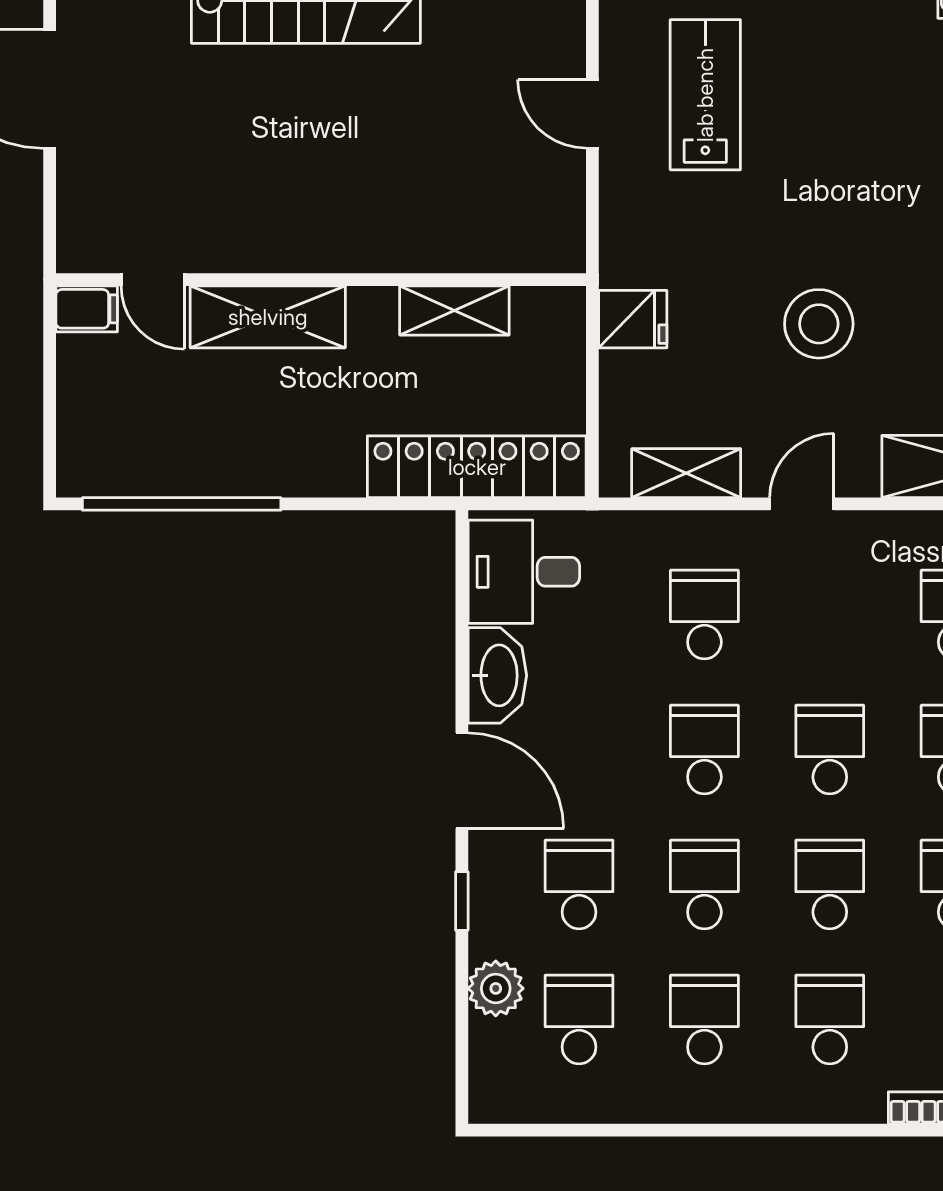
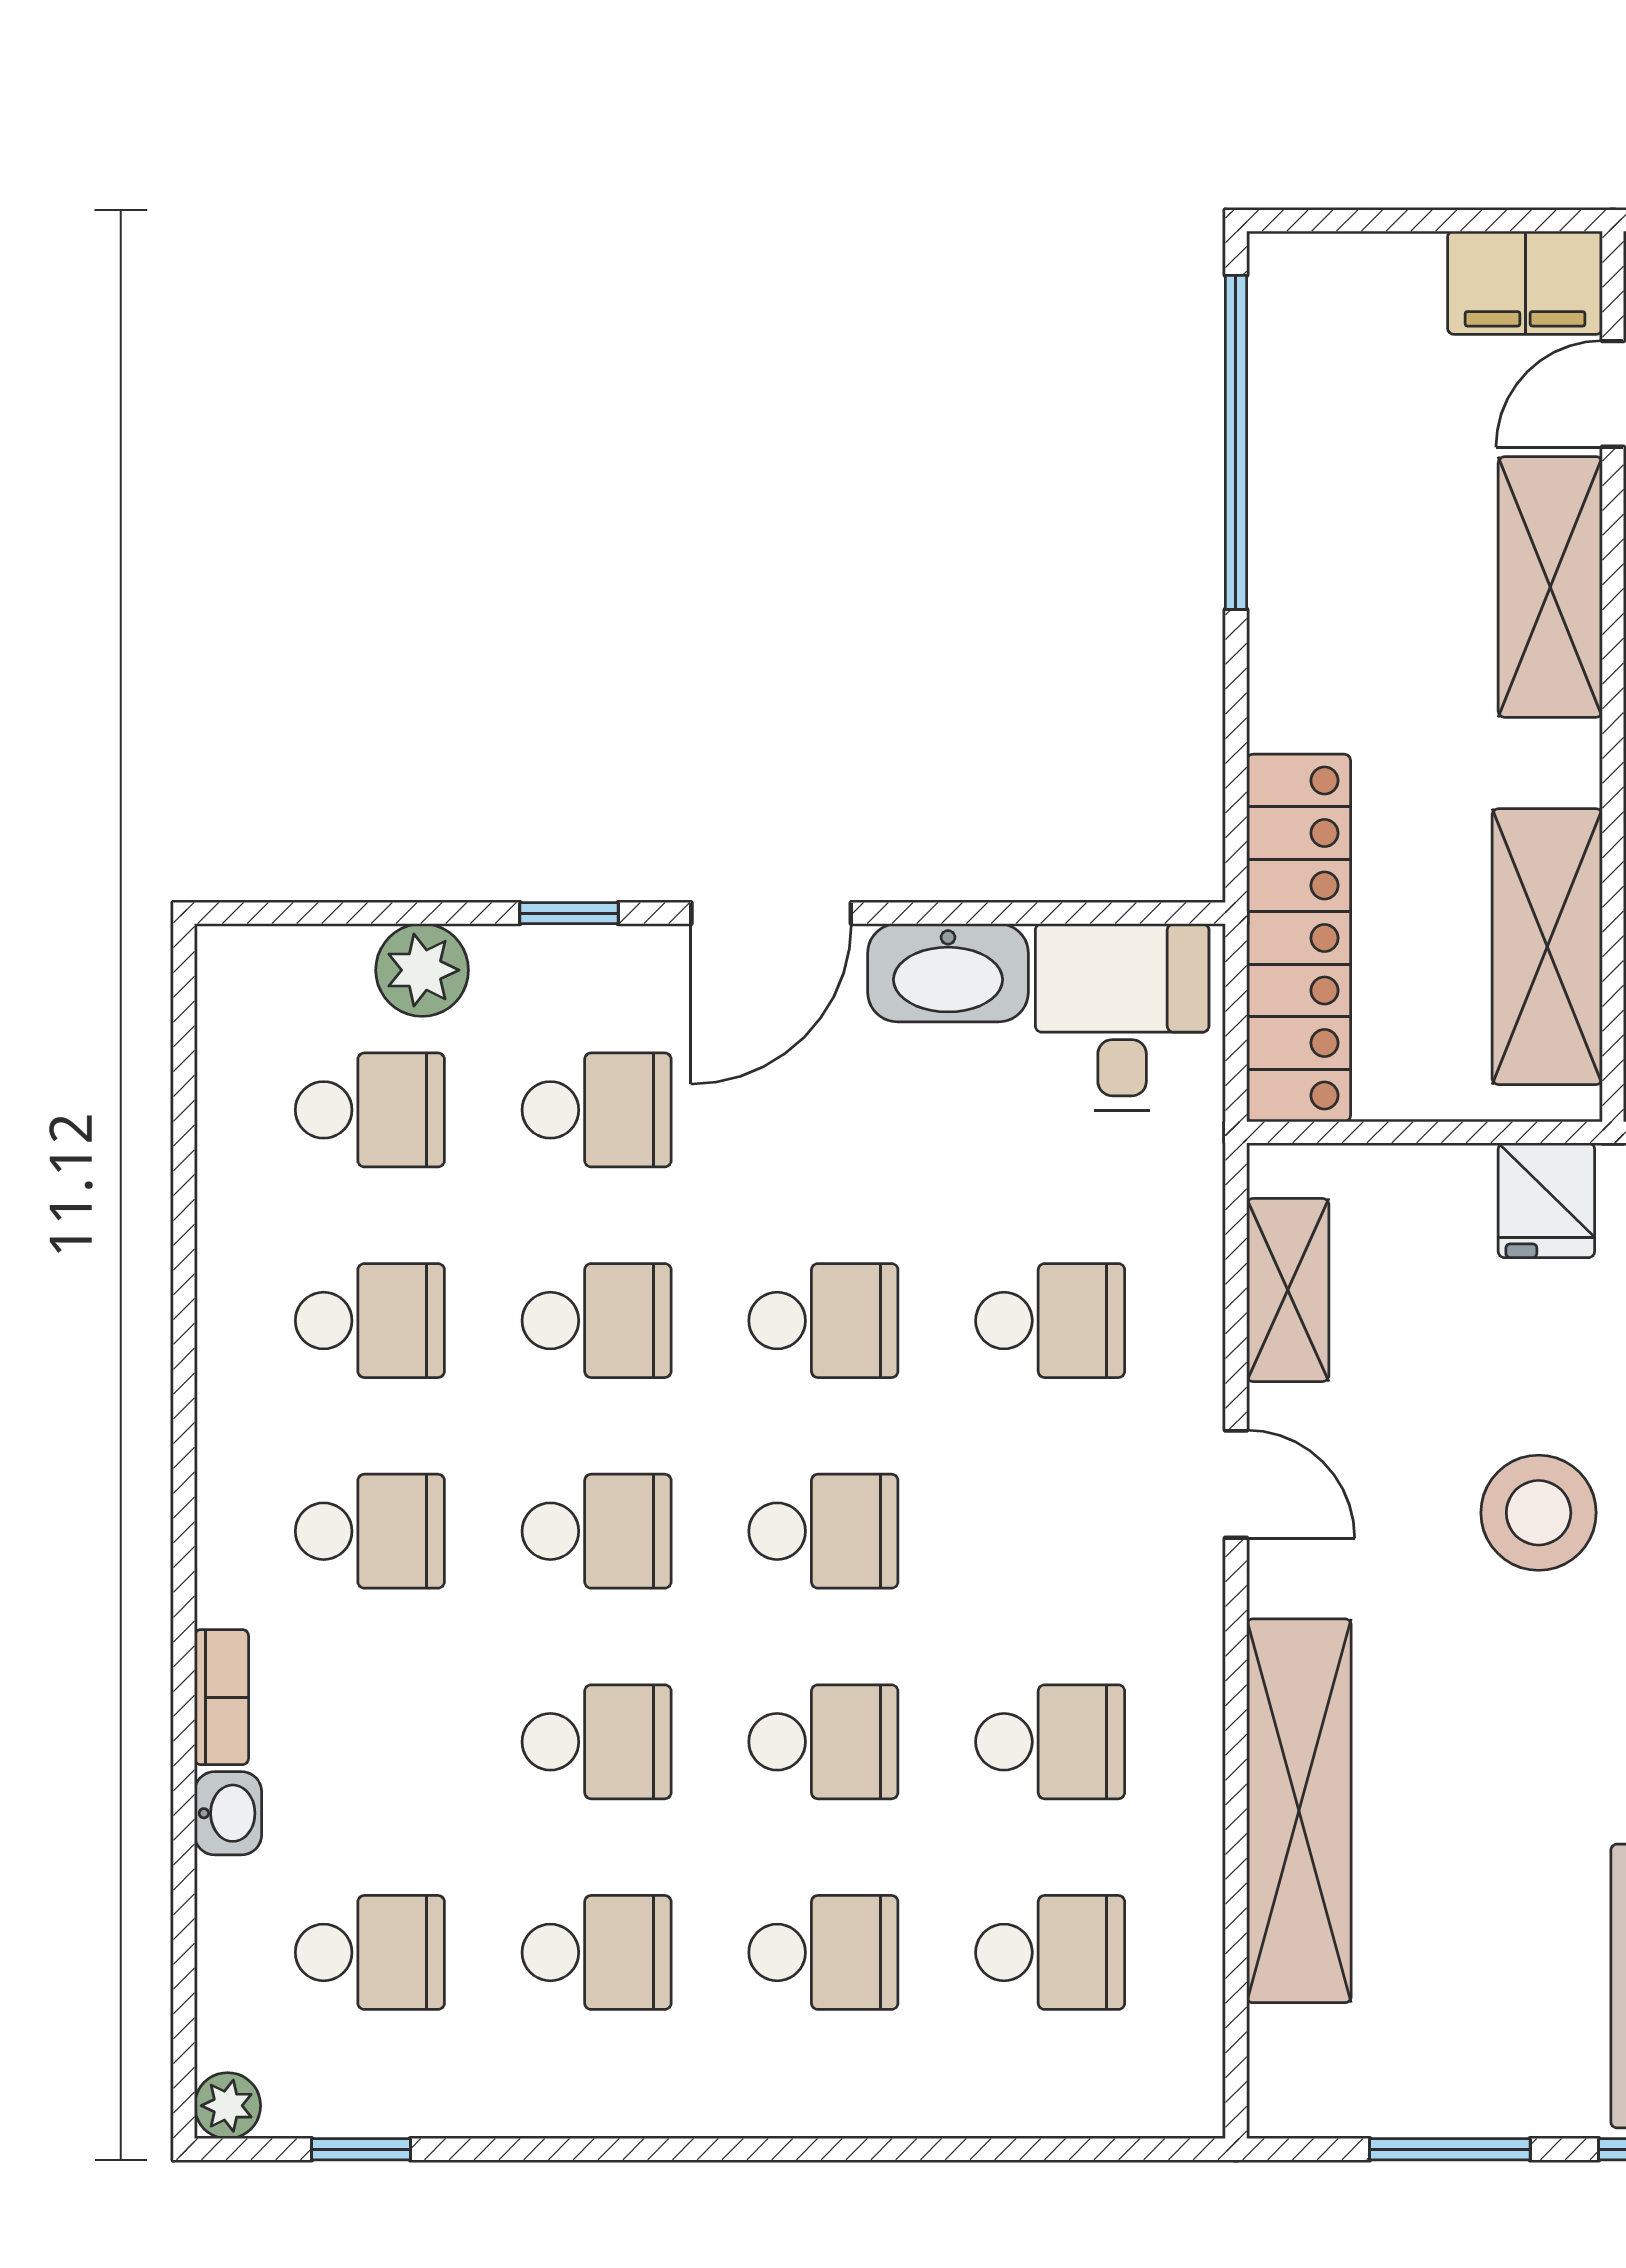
filing cabinet: (87, 309) -> (1525, 283), width x2.00
shelving: (454, 310) -> (1547, 947), width x1.50, depth x1.33

